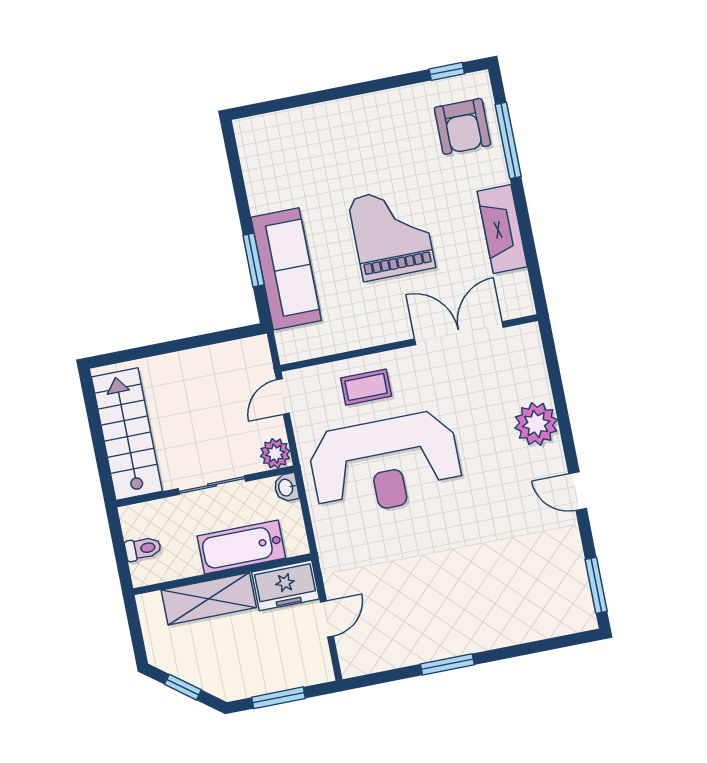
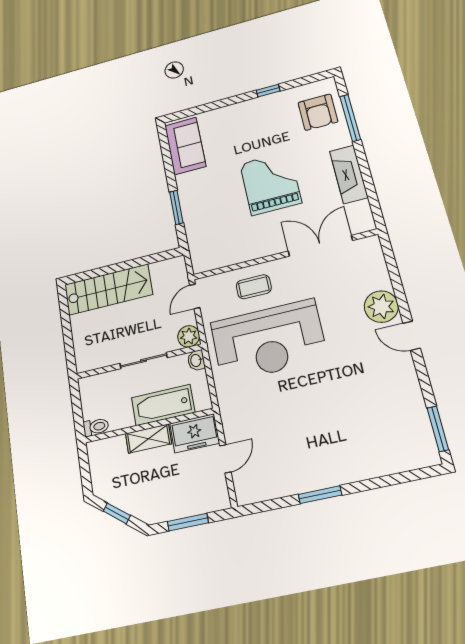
window: (447, 71) -> (268, 91), moved
sofa: (286, 269) -> (185, 146), moved, width x0.73
stairs: (127, 434) -> (108, 290), moved, turned 90
door: (578, 491) -> (412, 336), moved
toilet: (143, 549) -> (96, 427), moved
shelving: (209, 599) -> (148, 439), width x0.67, depth x0.75

